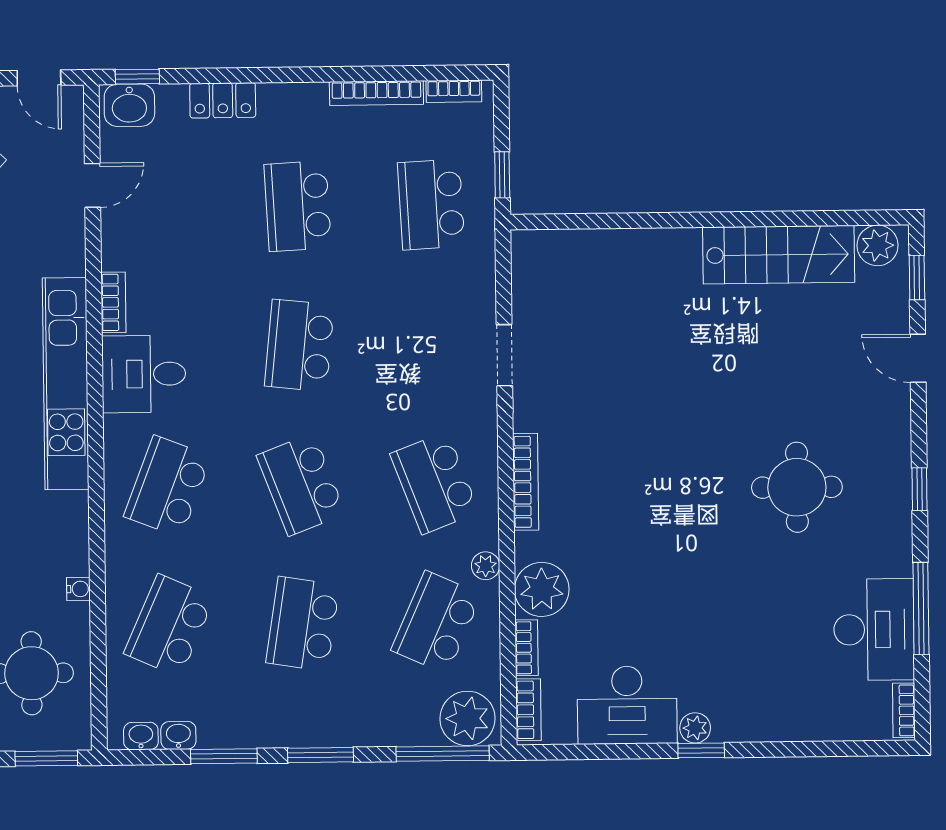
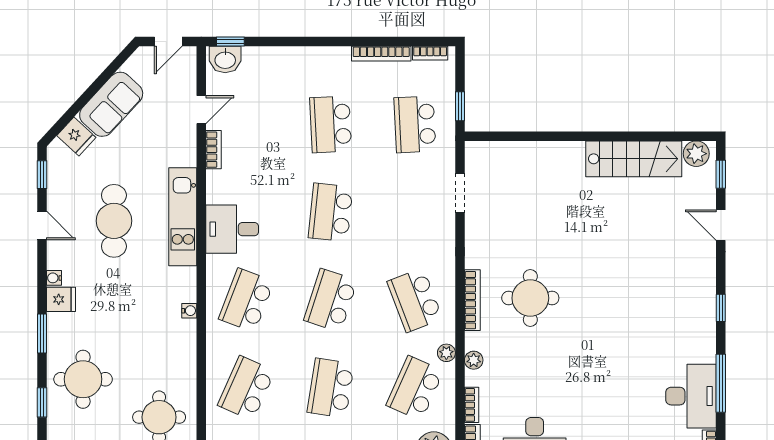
door: (39, 78) -> (168, 41), hinge flipped
locker: (223, 100) -> (284, 57), removed
bookcase: (113, 302) -> (214, 150), moved
doorway: (504, 355) -> (460, 193), moved
kitchen unit: (66, 384) -> (183, 217), width x0.73
school desk: (301, 485) -> (331, 300), turned 39
round table: (797, 487) -> (530, 298), moved
water cooler: (78, 589) -> (189, 311), moved
plant: (542, 589) -> (474, 360), width x0.53, depth x0.53

